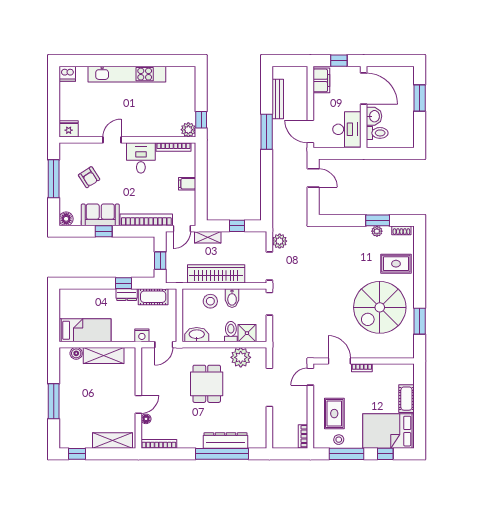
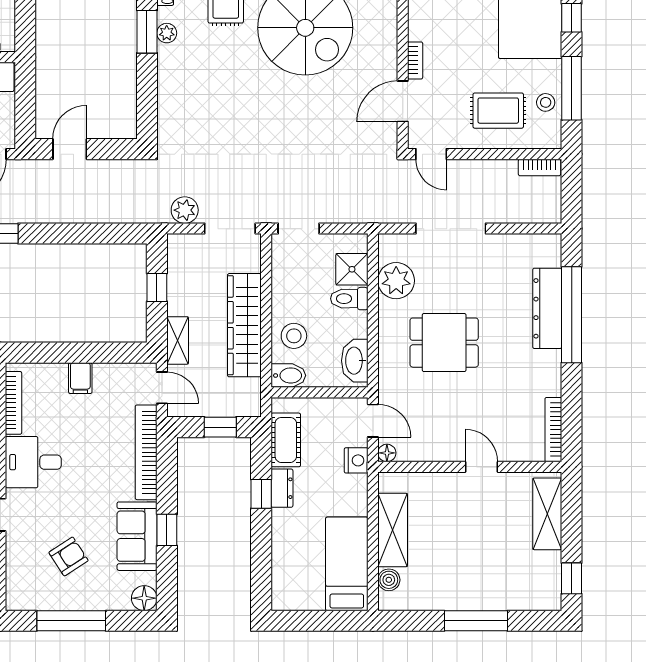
bidet: (232, 298) -> (288, 375), moved
floor lamp: (146, 419) -> (387, 453), moved

